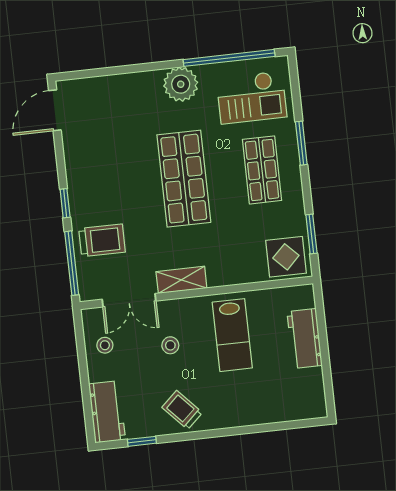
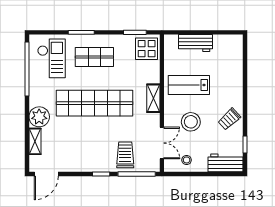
plant: (181, 84) -> (39, 117), moved
shelving: (108, 85) -> (35, 141), added
door: (55, 110) -> (46, 174), hinge flipped
shop shelf: (184, 179) -> (94, 103), width x1.40
shelving: (181, 280) -> (153, 98), moved
lab bench: (232, 335) -> (189, 85), turned 180
stool: (170, 345) -> (191, 122), width x1.89, depth x1.89

